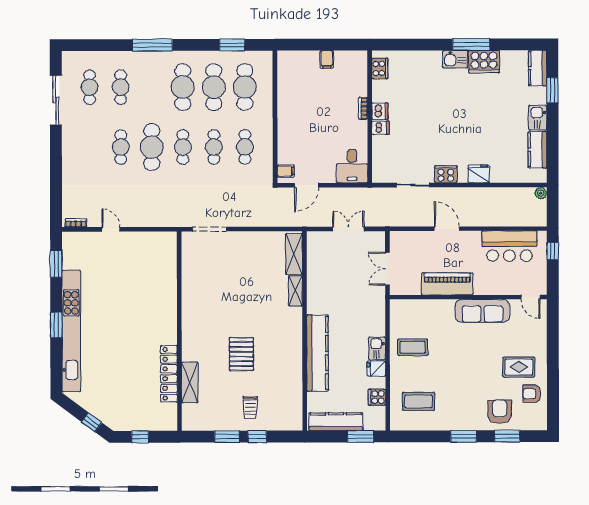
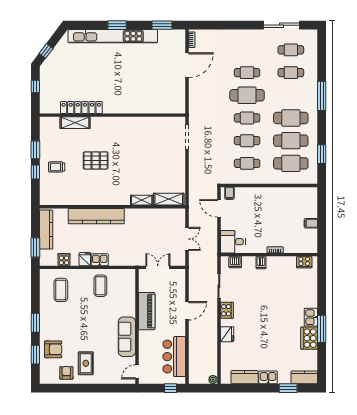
dishwasher: (380, 111) -> (235, 262), moved
door: (111, 229) -> (187, 65), width x1.87

